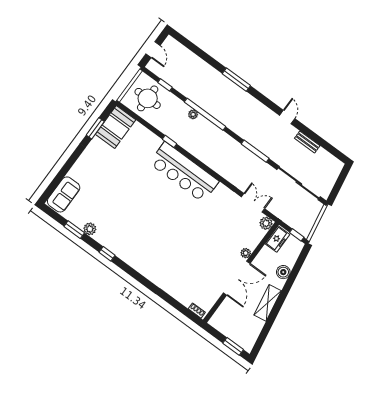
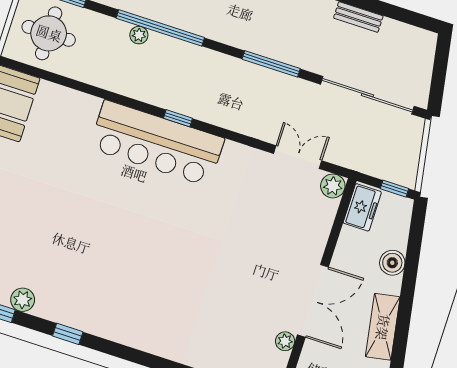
window: (170, 141) -> (178, 118), moved
plant: (246, 253) -> (285, 341), moved

